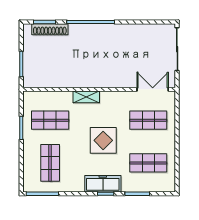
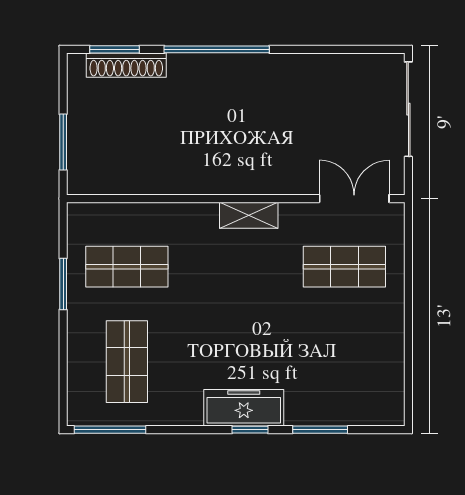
shelving: (86, 97) -> (249, 215), moved
display table: (103, 140) -> (245, 312), removed
shop shelf: (148, 163) -> (344, 362), removed

